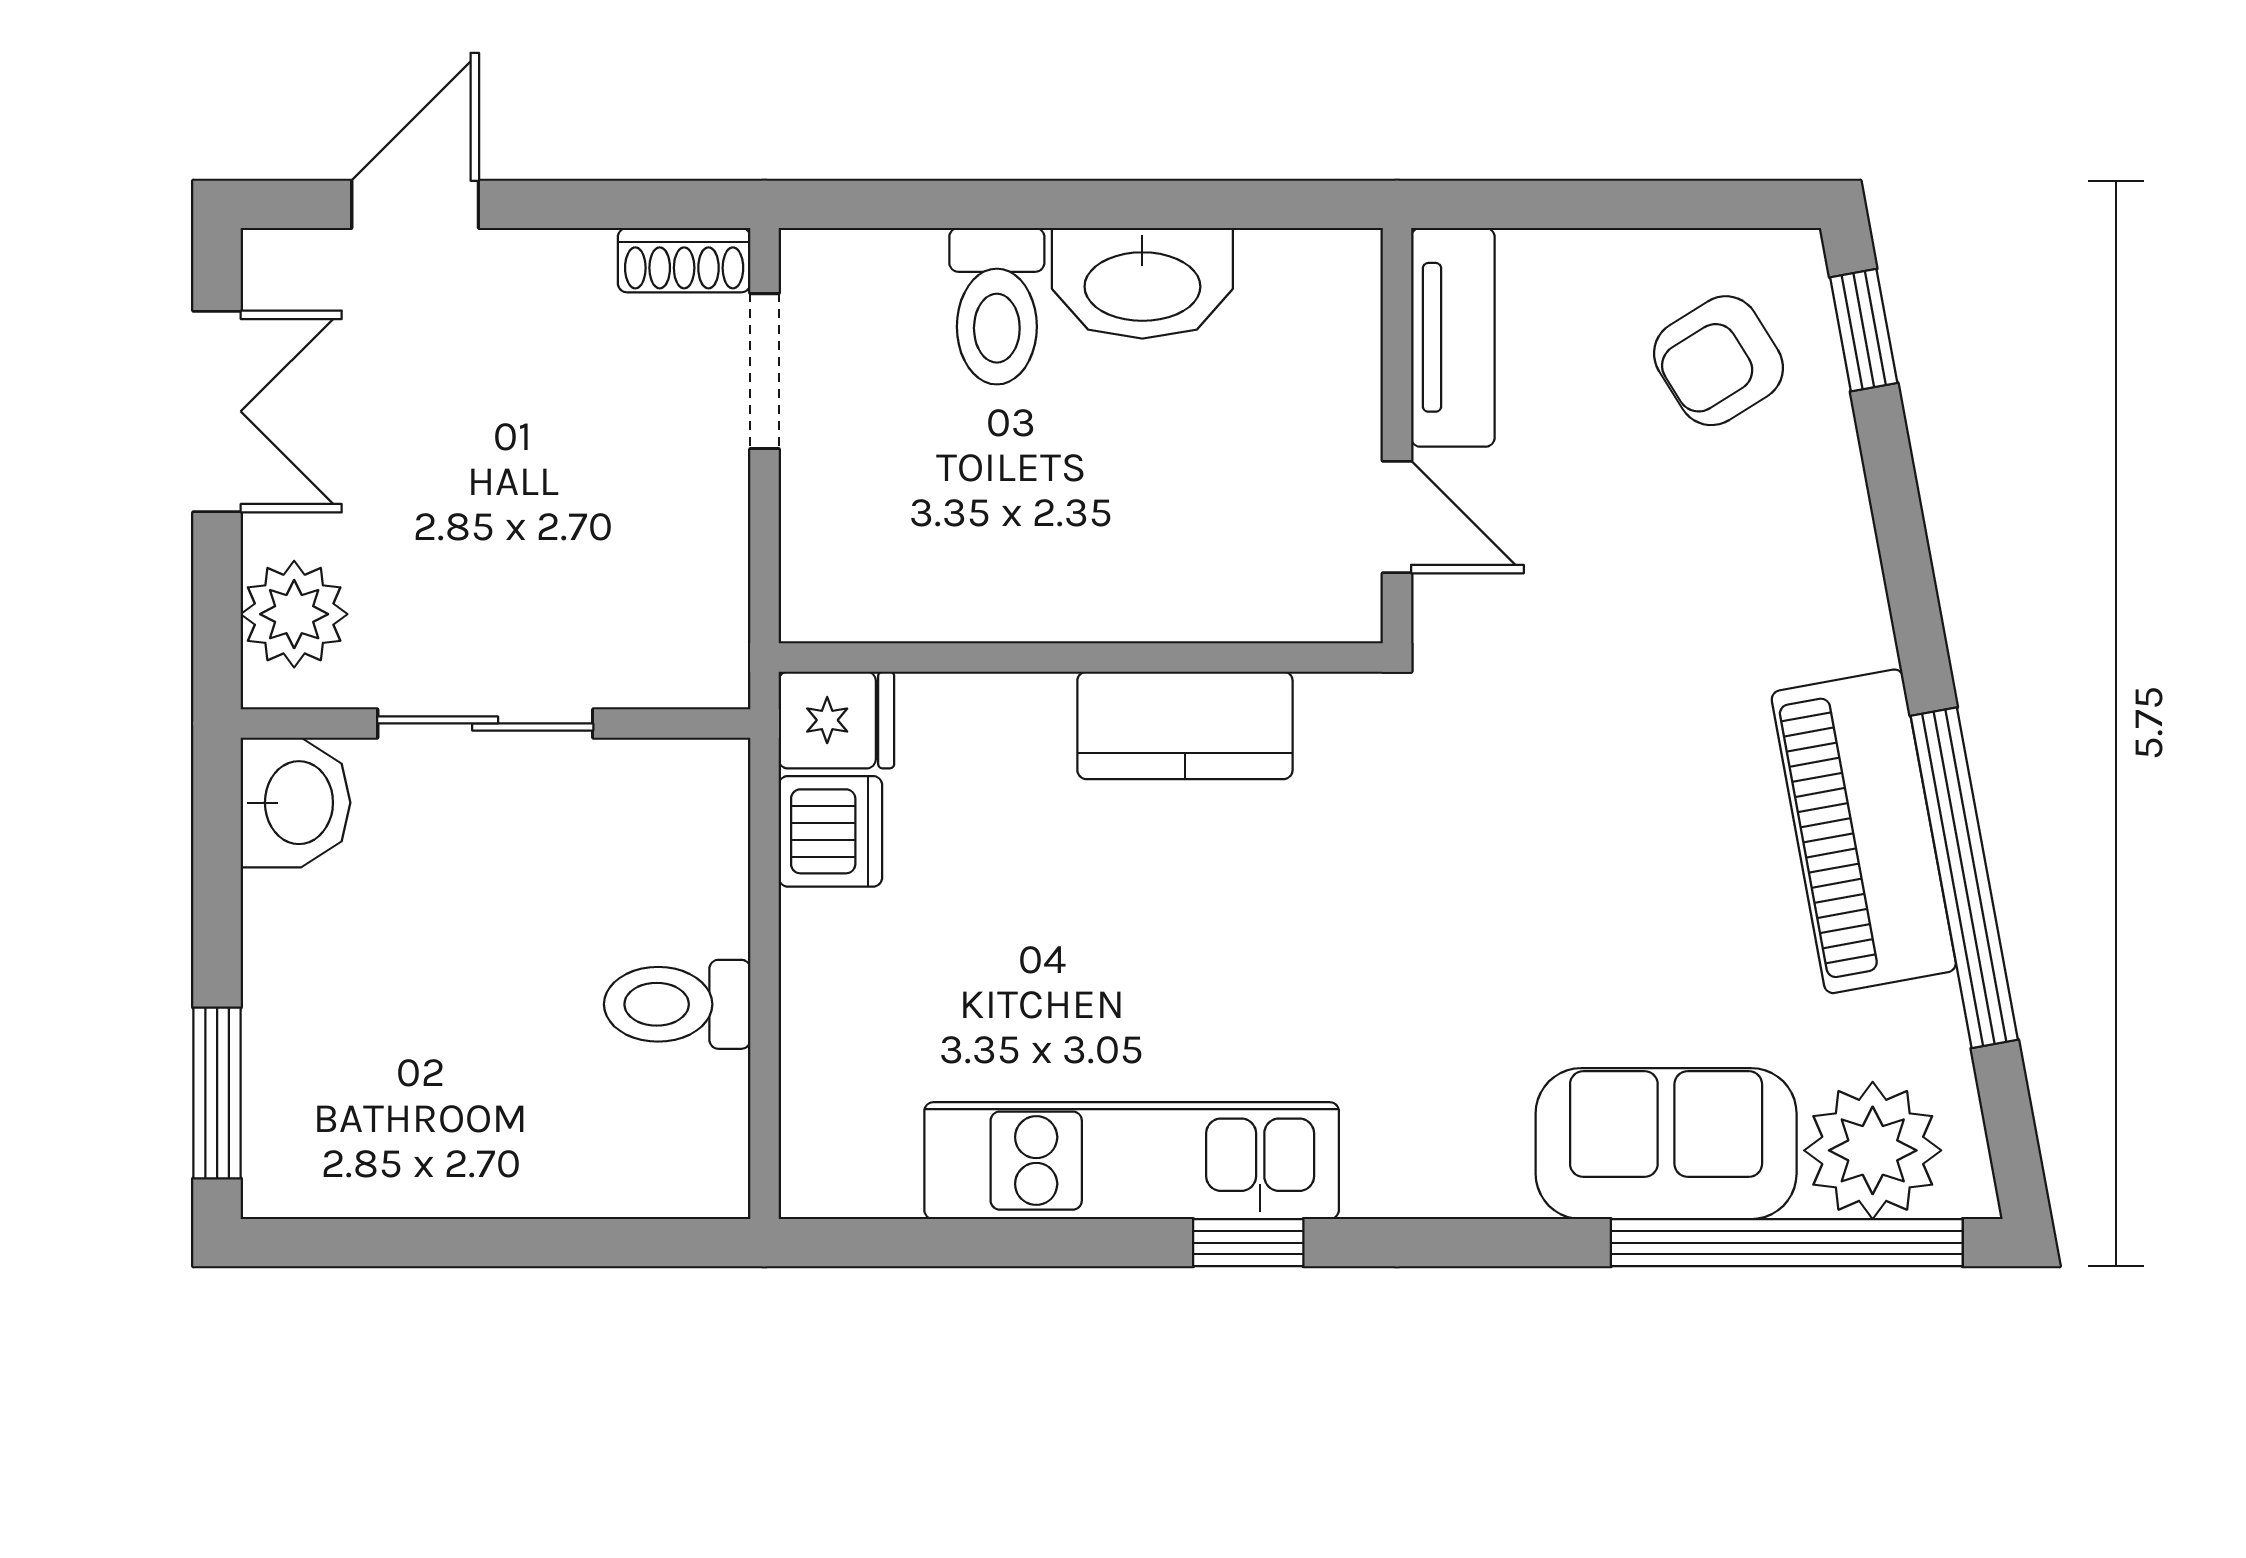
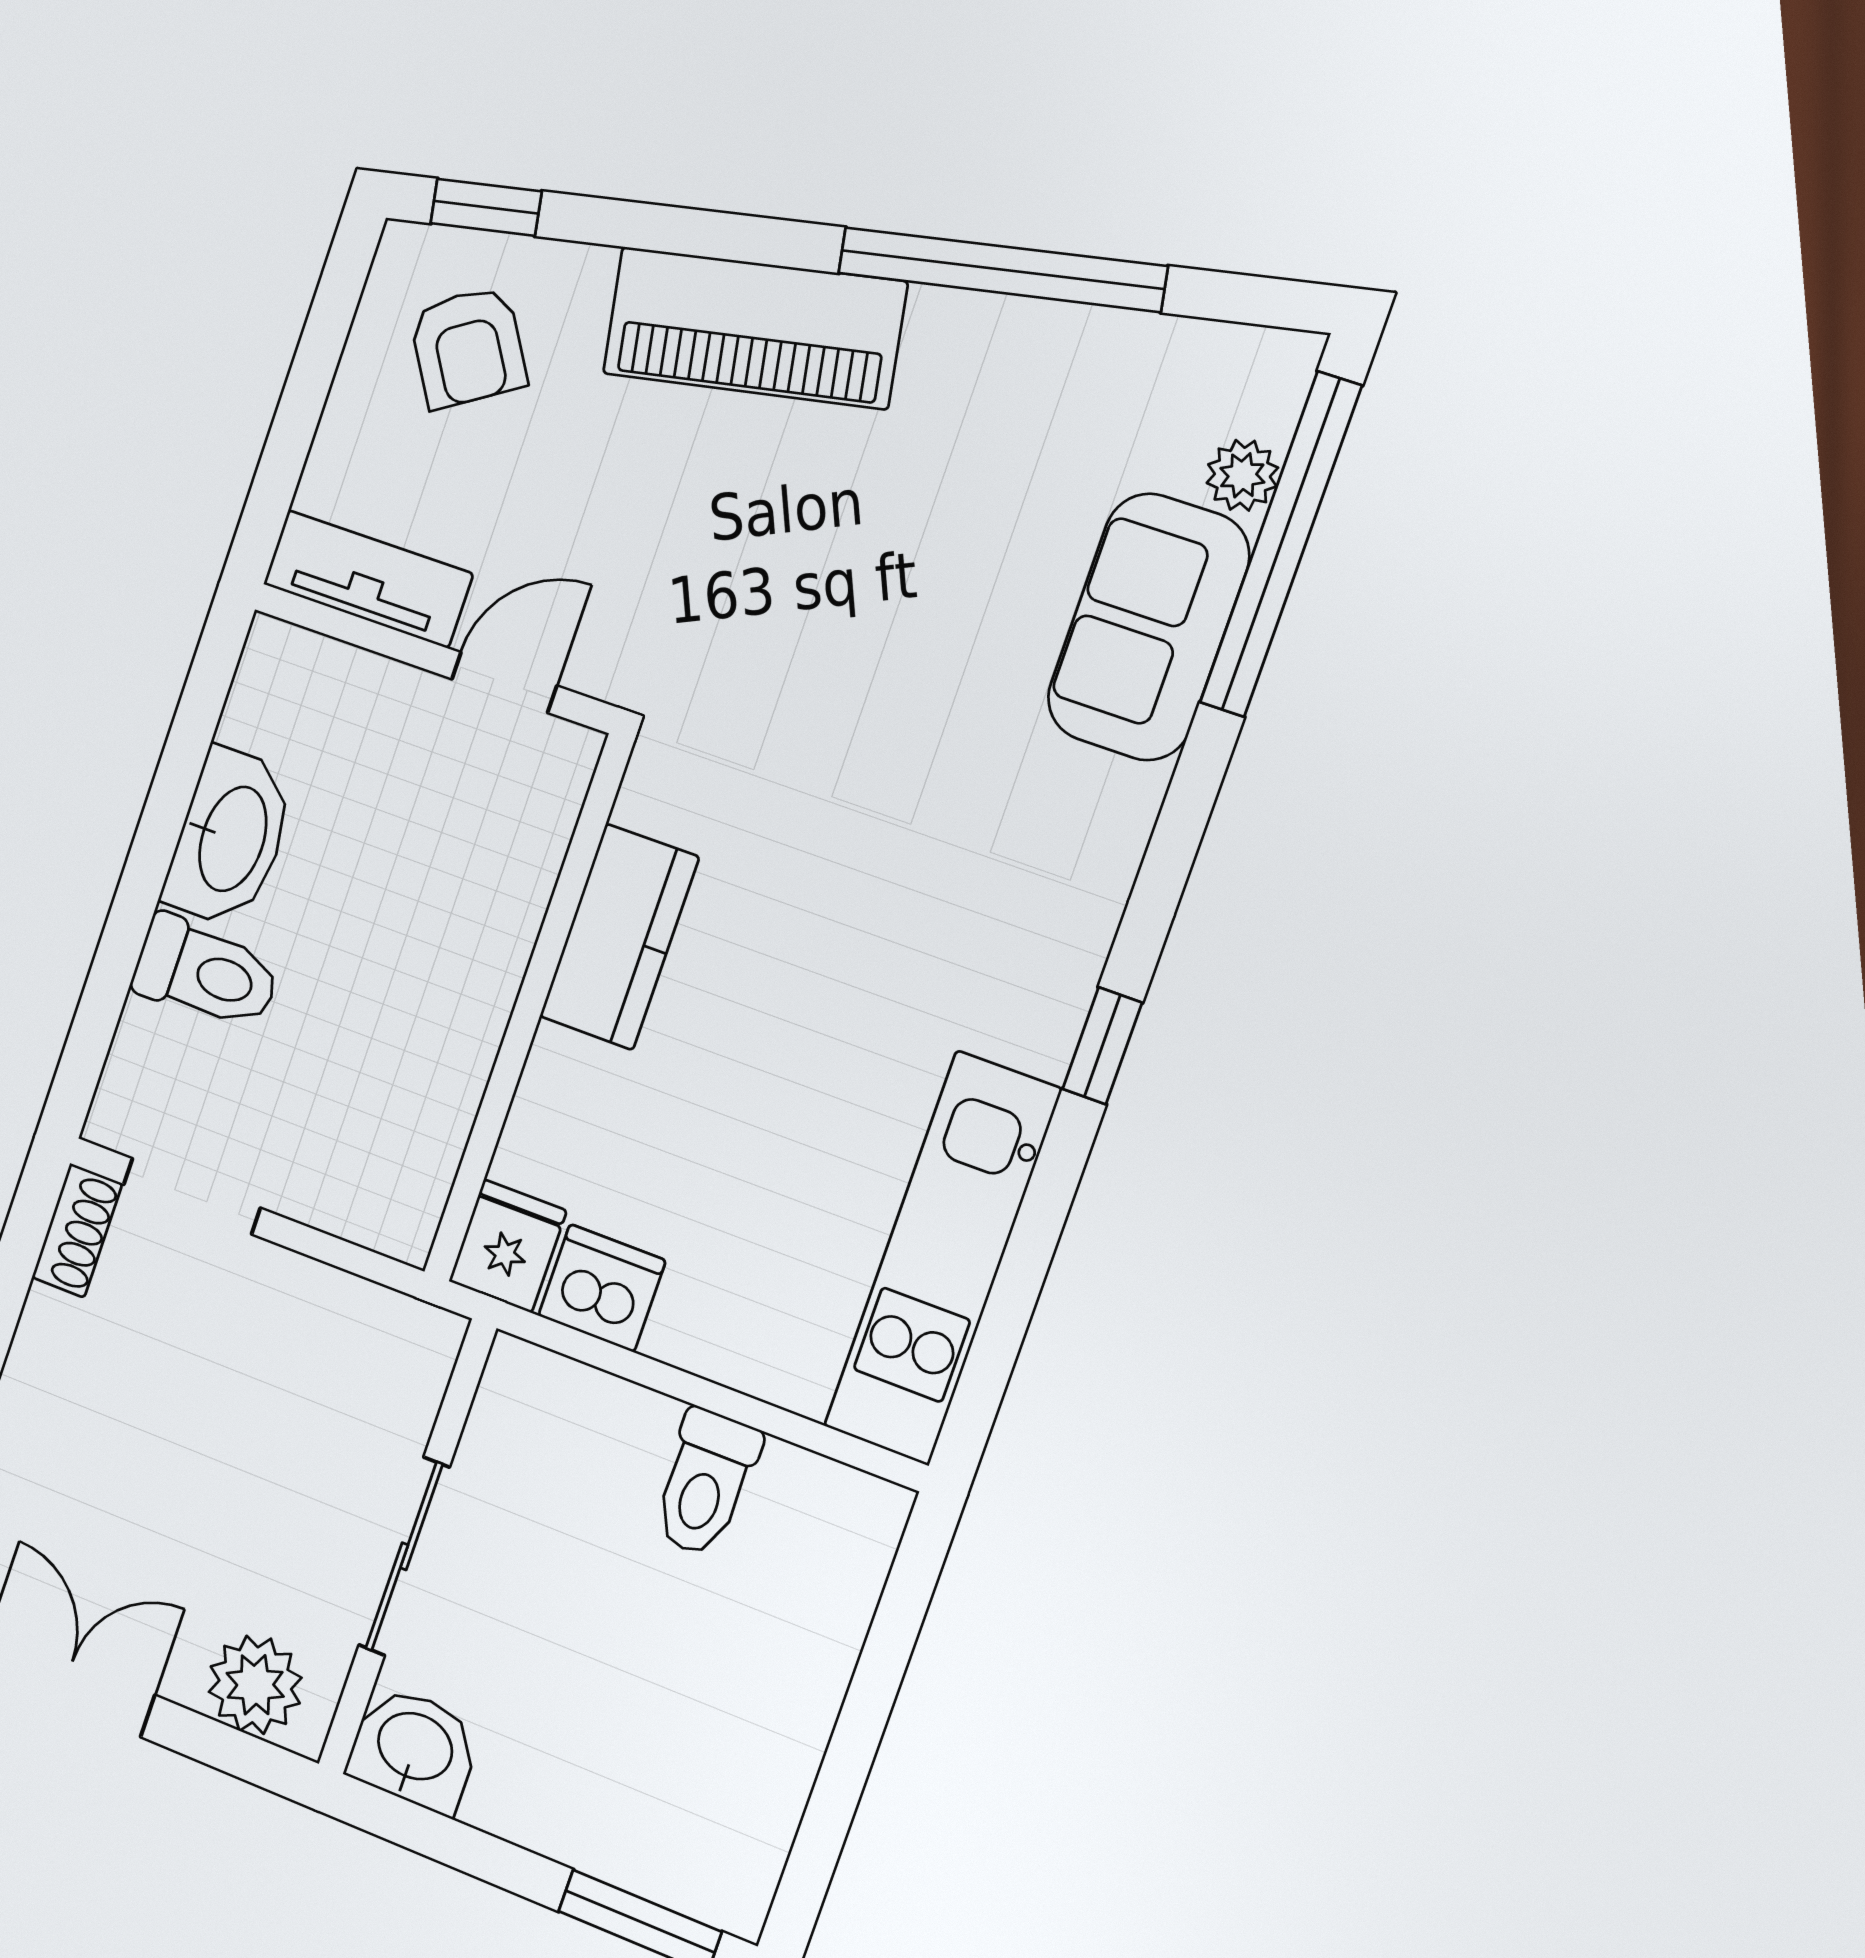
piano: (1864, 831) -> (754, 328), moved
plant: (1873, 1150) -> (1242, 475), width x0.53, depth x0.53
kitchen unit: (1132, 1161) -> (943, 1258), moved

